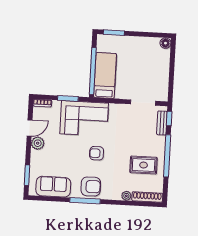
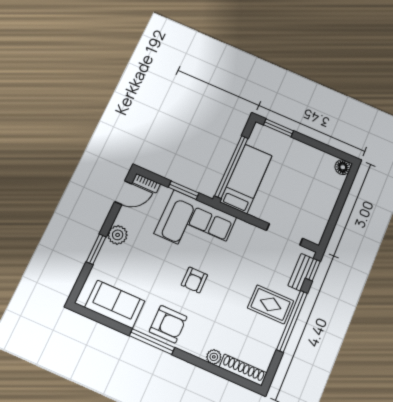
door: (30, 128) -> (123, 193), moved
armchair: (97, 153) -> (194, 280), turned -90
rug: (144, 165) -> (271, 304), moved
window: (27, 175) -> (96, 249), moved

